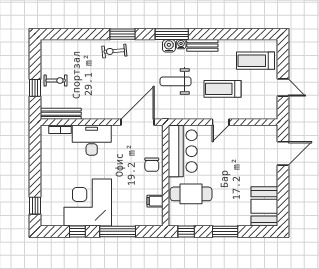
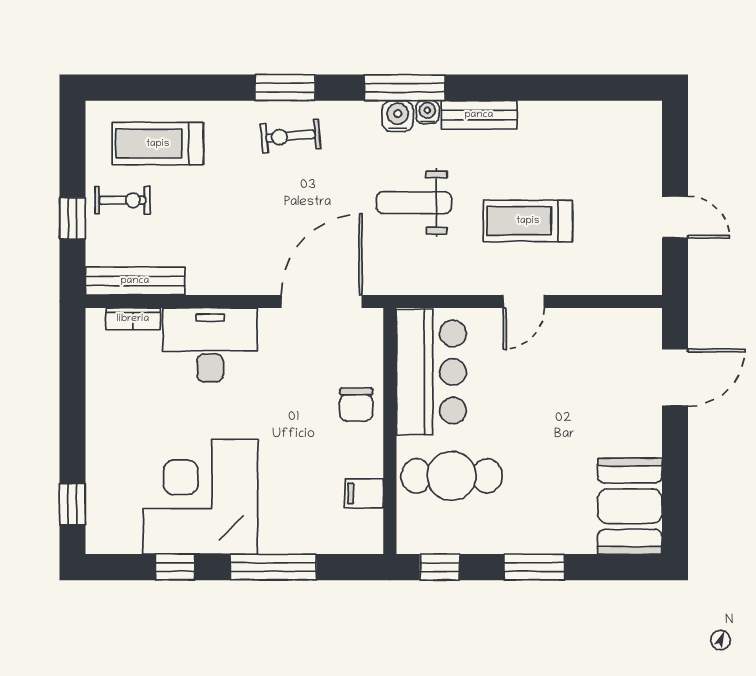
exercise bike: (114, 51) -> (290, 136), moved
treadmill: (256, 61) -> (158, 144), moved

